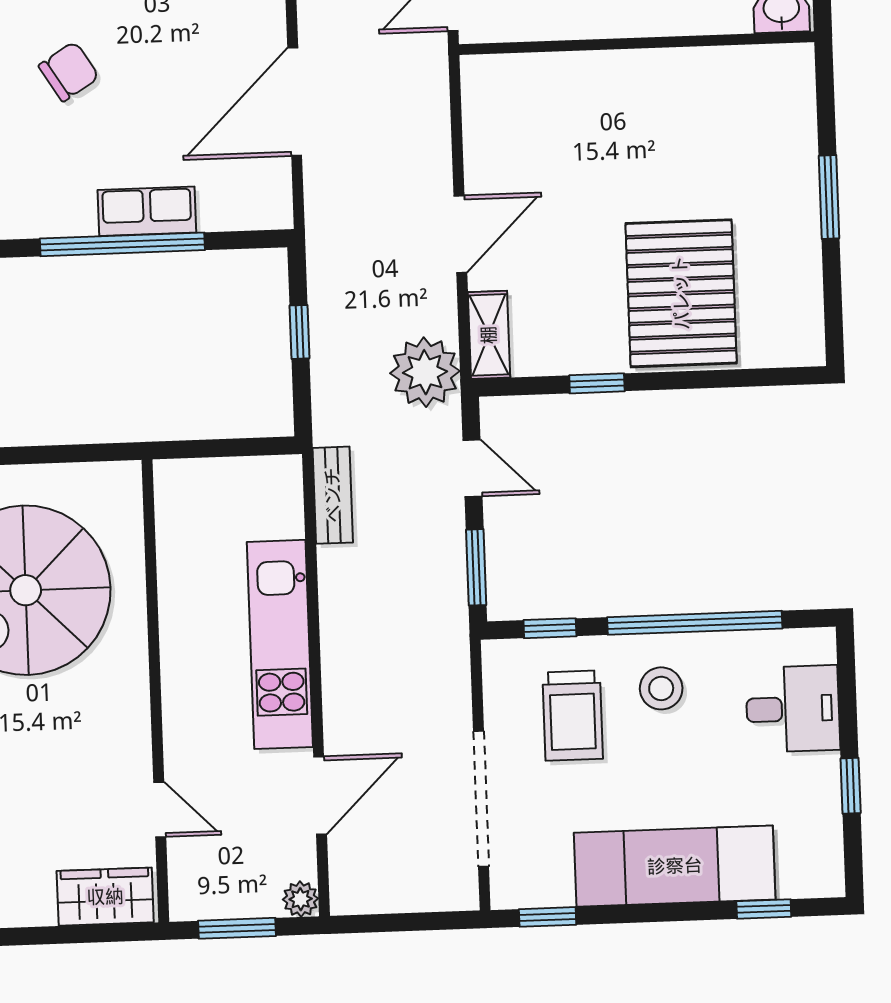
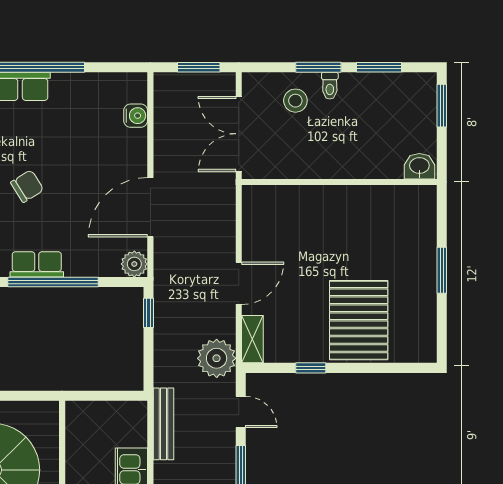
plant: (269, 206) -> (134, 264), added
row of seats: (147, 211) -> (37, 264), moved
window: (299, 332) -> (148, 313), moved
bench: (333, 495) -> (163, 424), width x1.36

